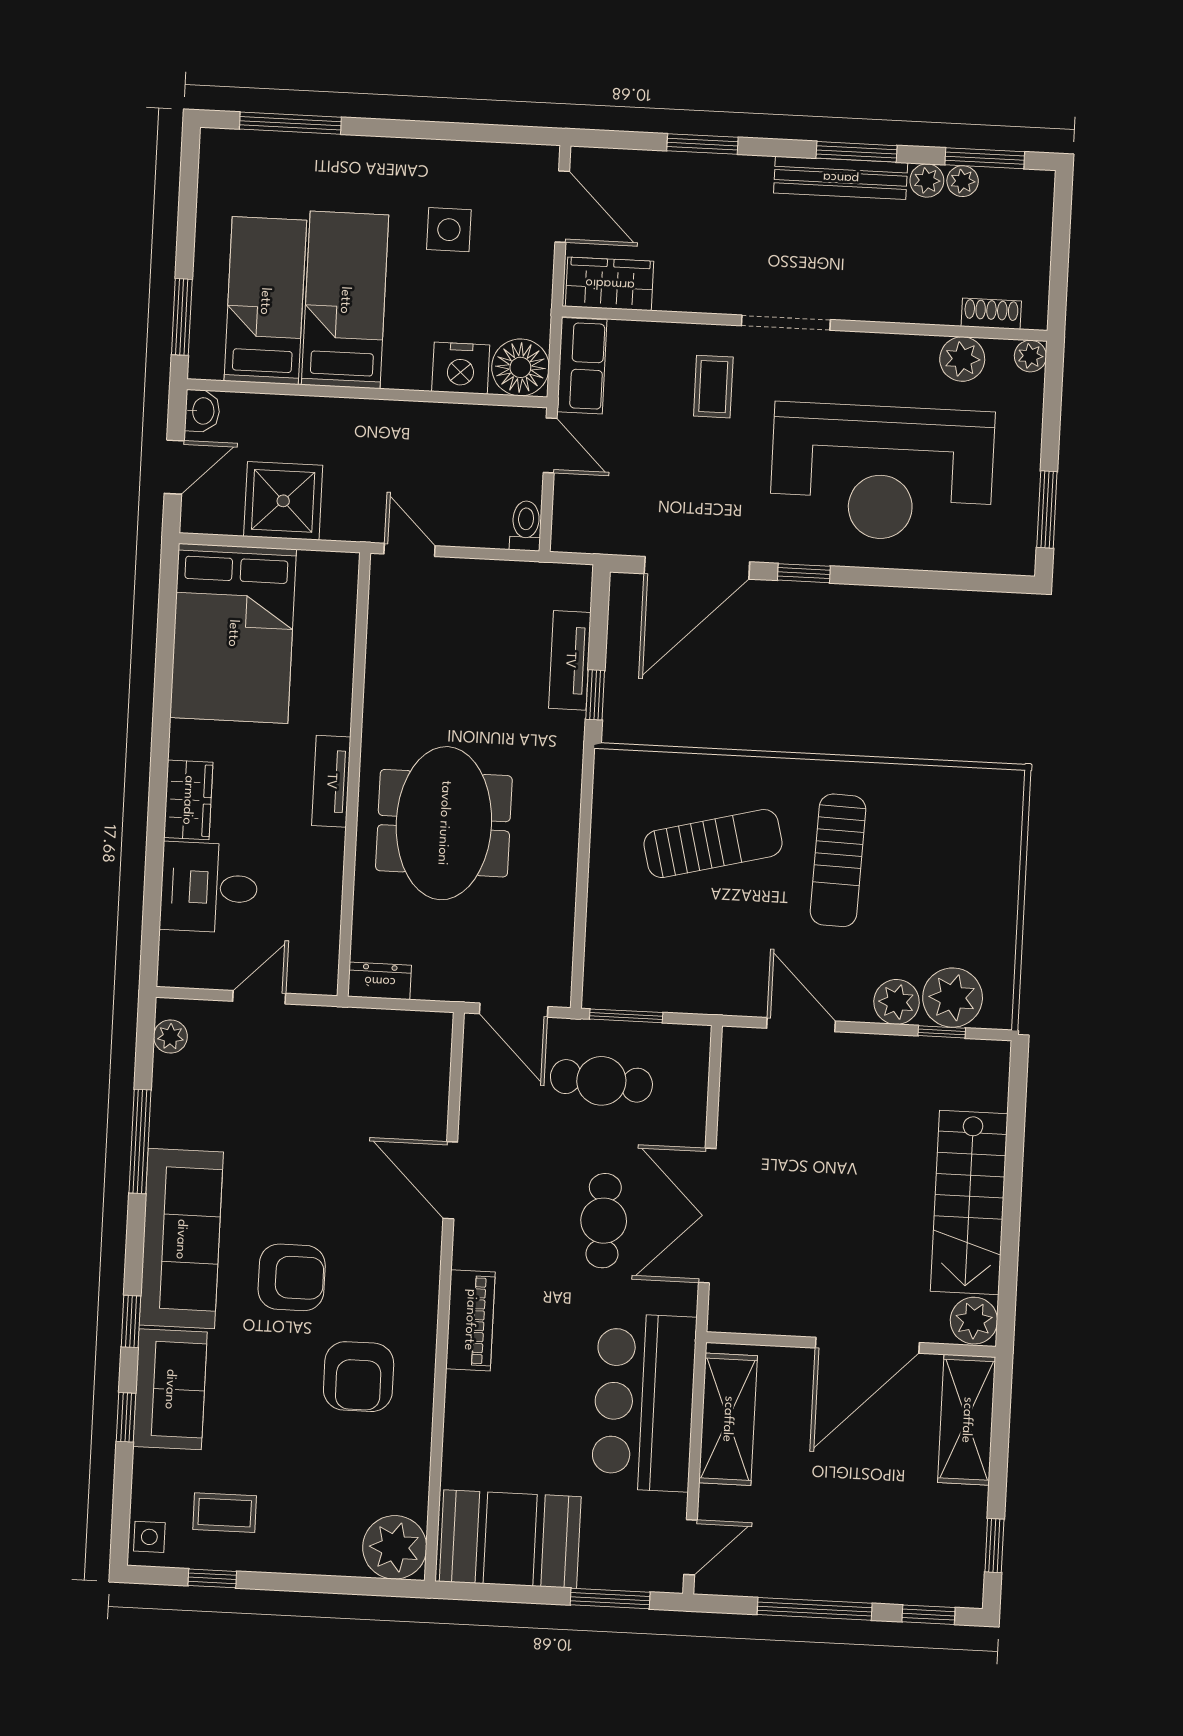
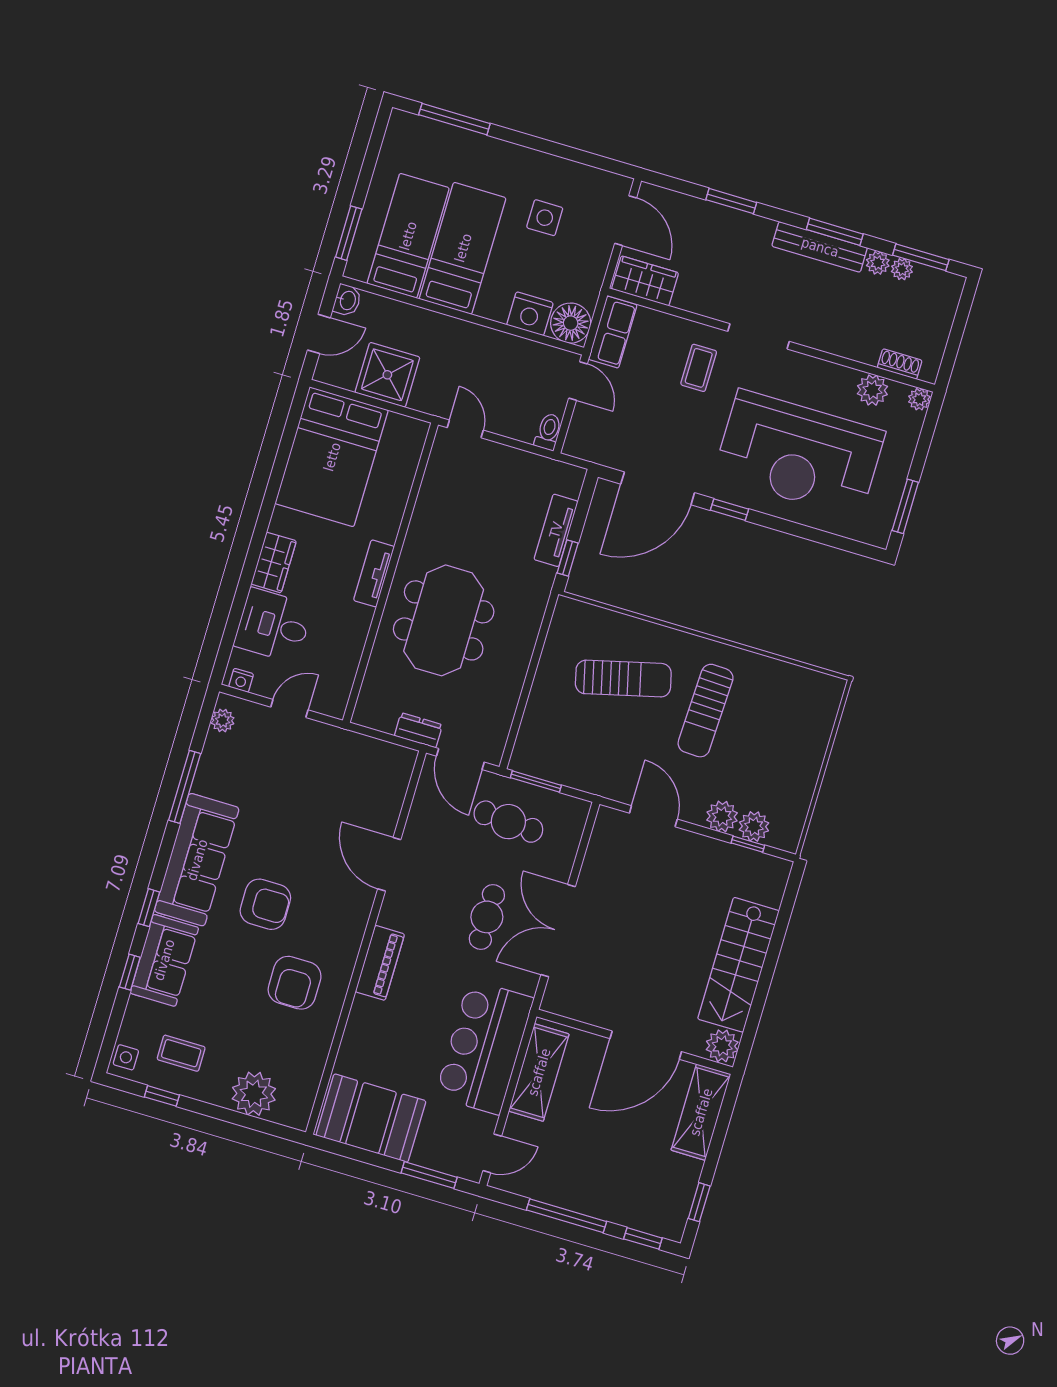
nightstand: (183, 974) -> (241, 680), added
dresser: (380, 981) -> (418, 730), moved
plant: (953, 998) -> (754, 826), width x0.73, depth x0.73
plant: (395, 1547) -> (254, 1094), moved

